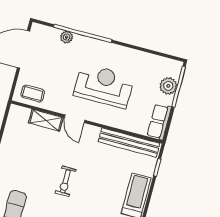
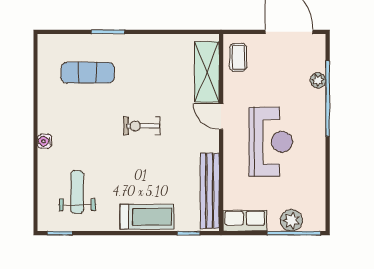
door: (75, 119) -> (221, 117), hinge flipped
shelving: (46, 120) -> (207, 72), width x1.50, depth x1.33

